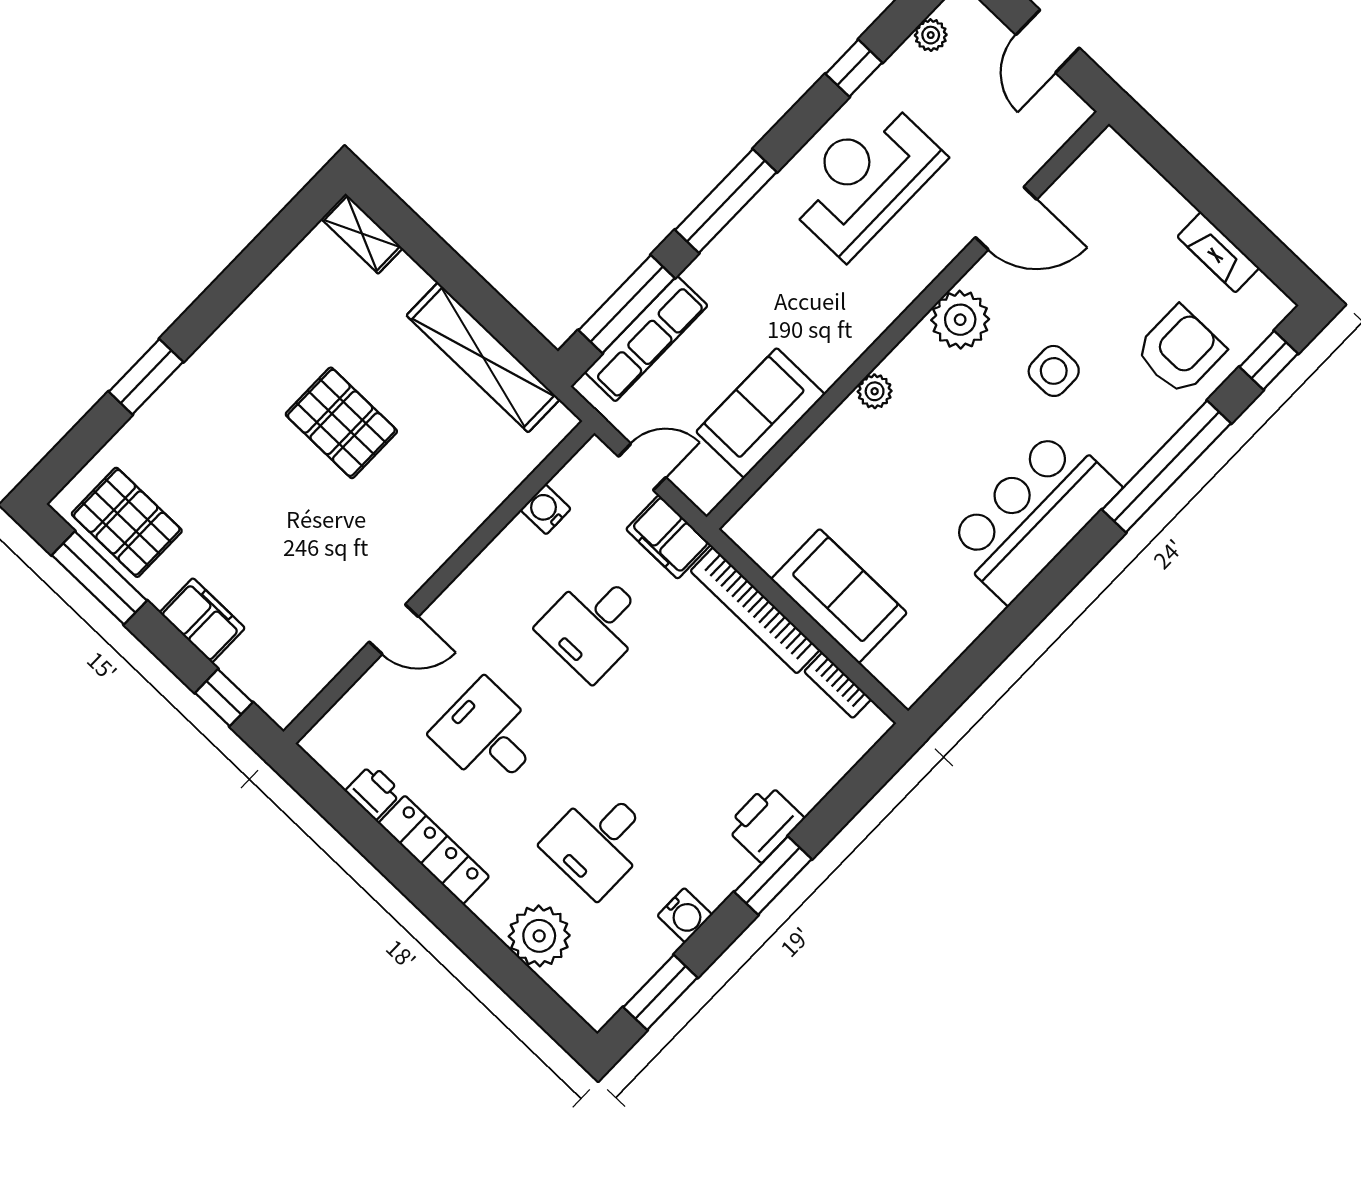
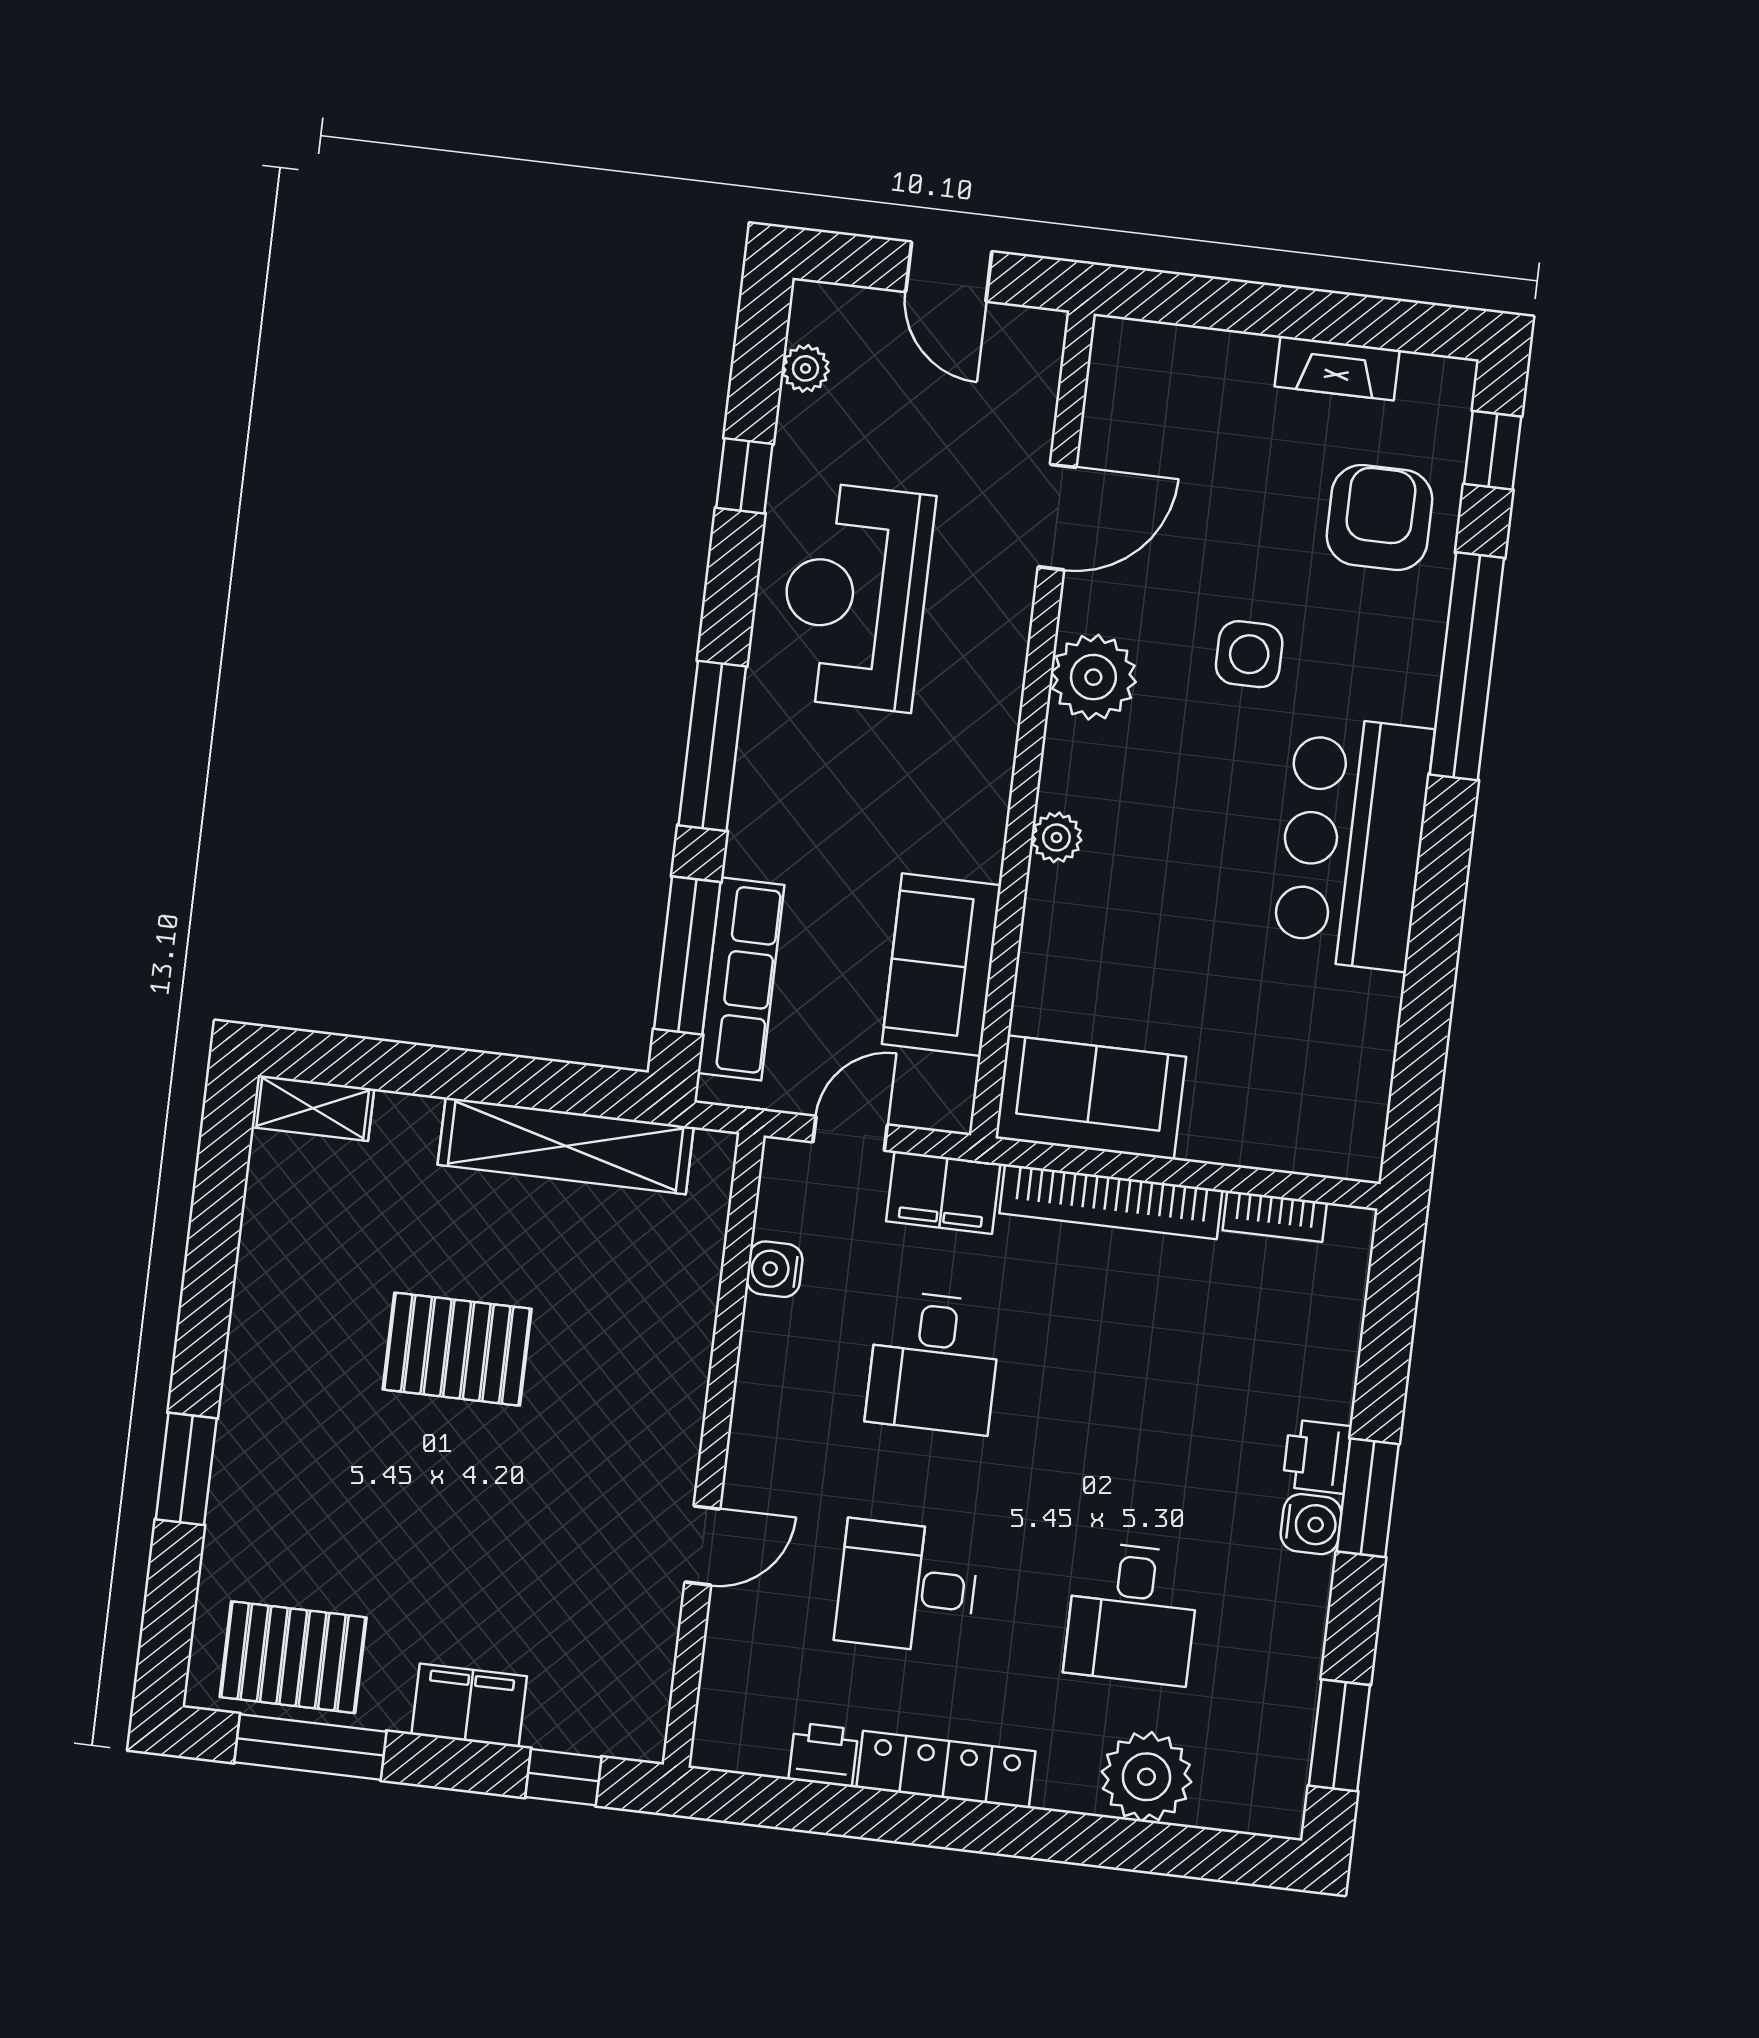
sofa: (839, 596) -> (1091, 1097), moved
printer: (765, 823) -> (1317, 1456), width x0.73, depth x0.81
water cooler: (685, 915) -> (1311, 1524), moved

